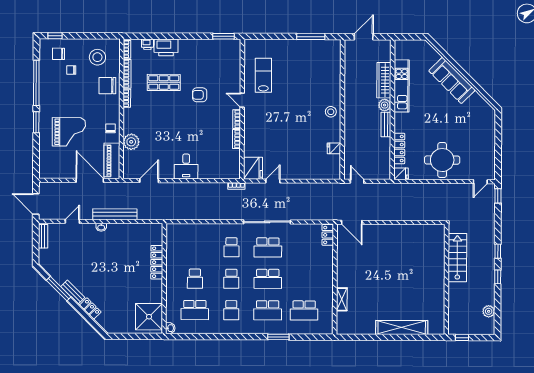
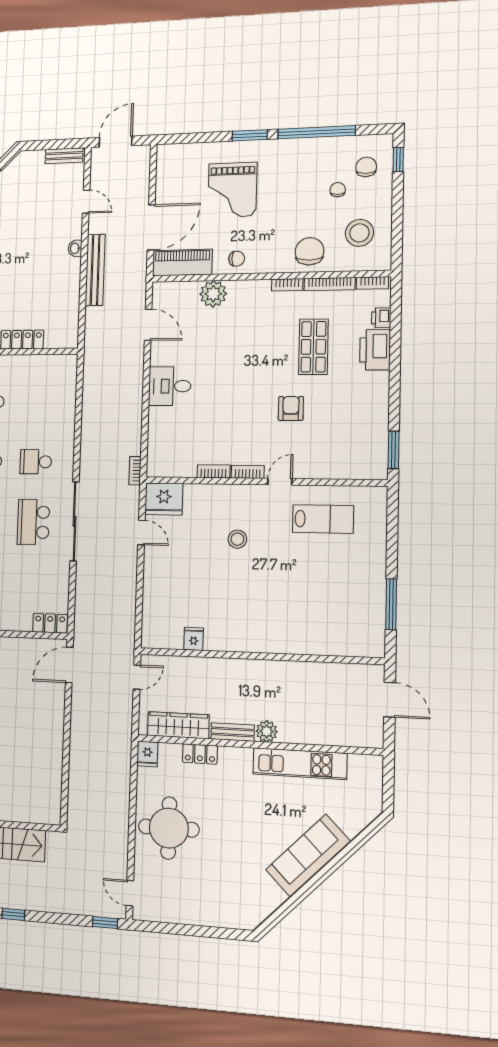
wardrobe: (384, 80) -> (178, 725), moved
stool: (331, 112) -> (237, 539), moved
locker: (399, 149) -> (200, 754), width x0.66

